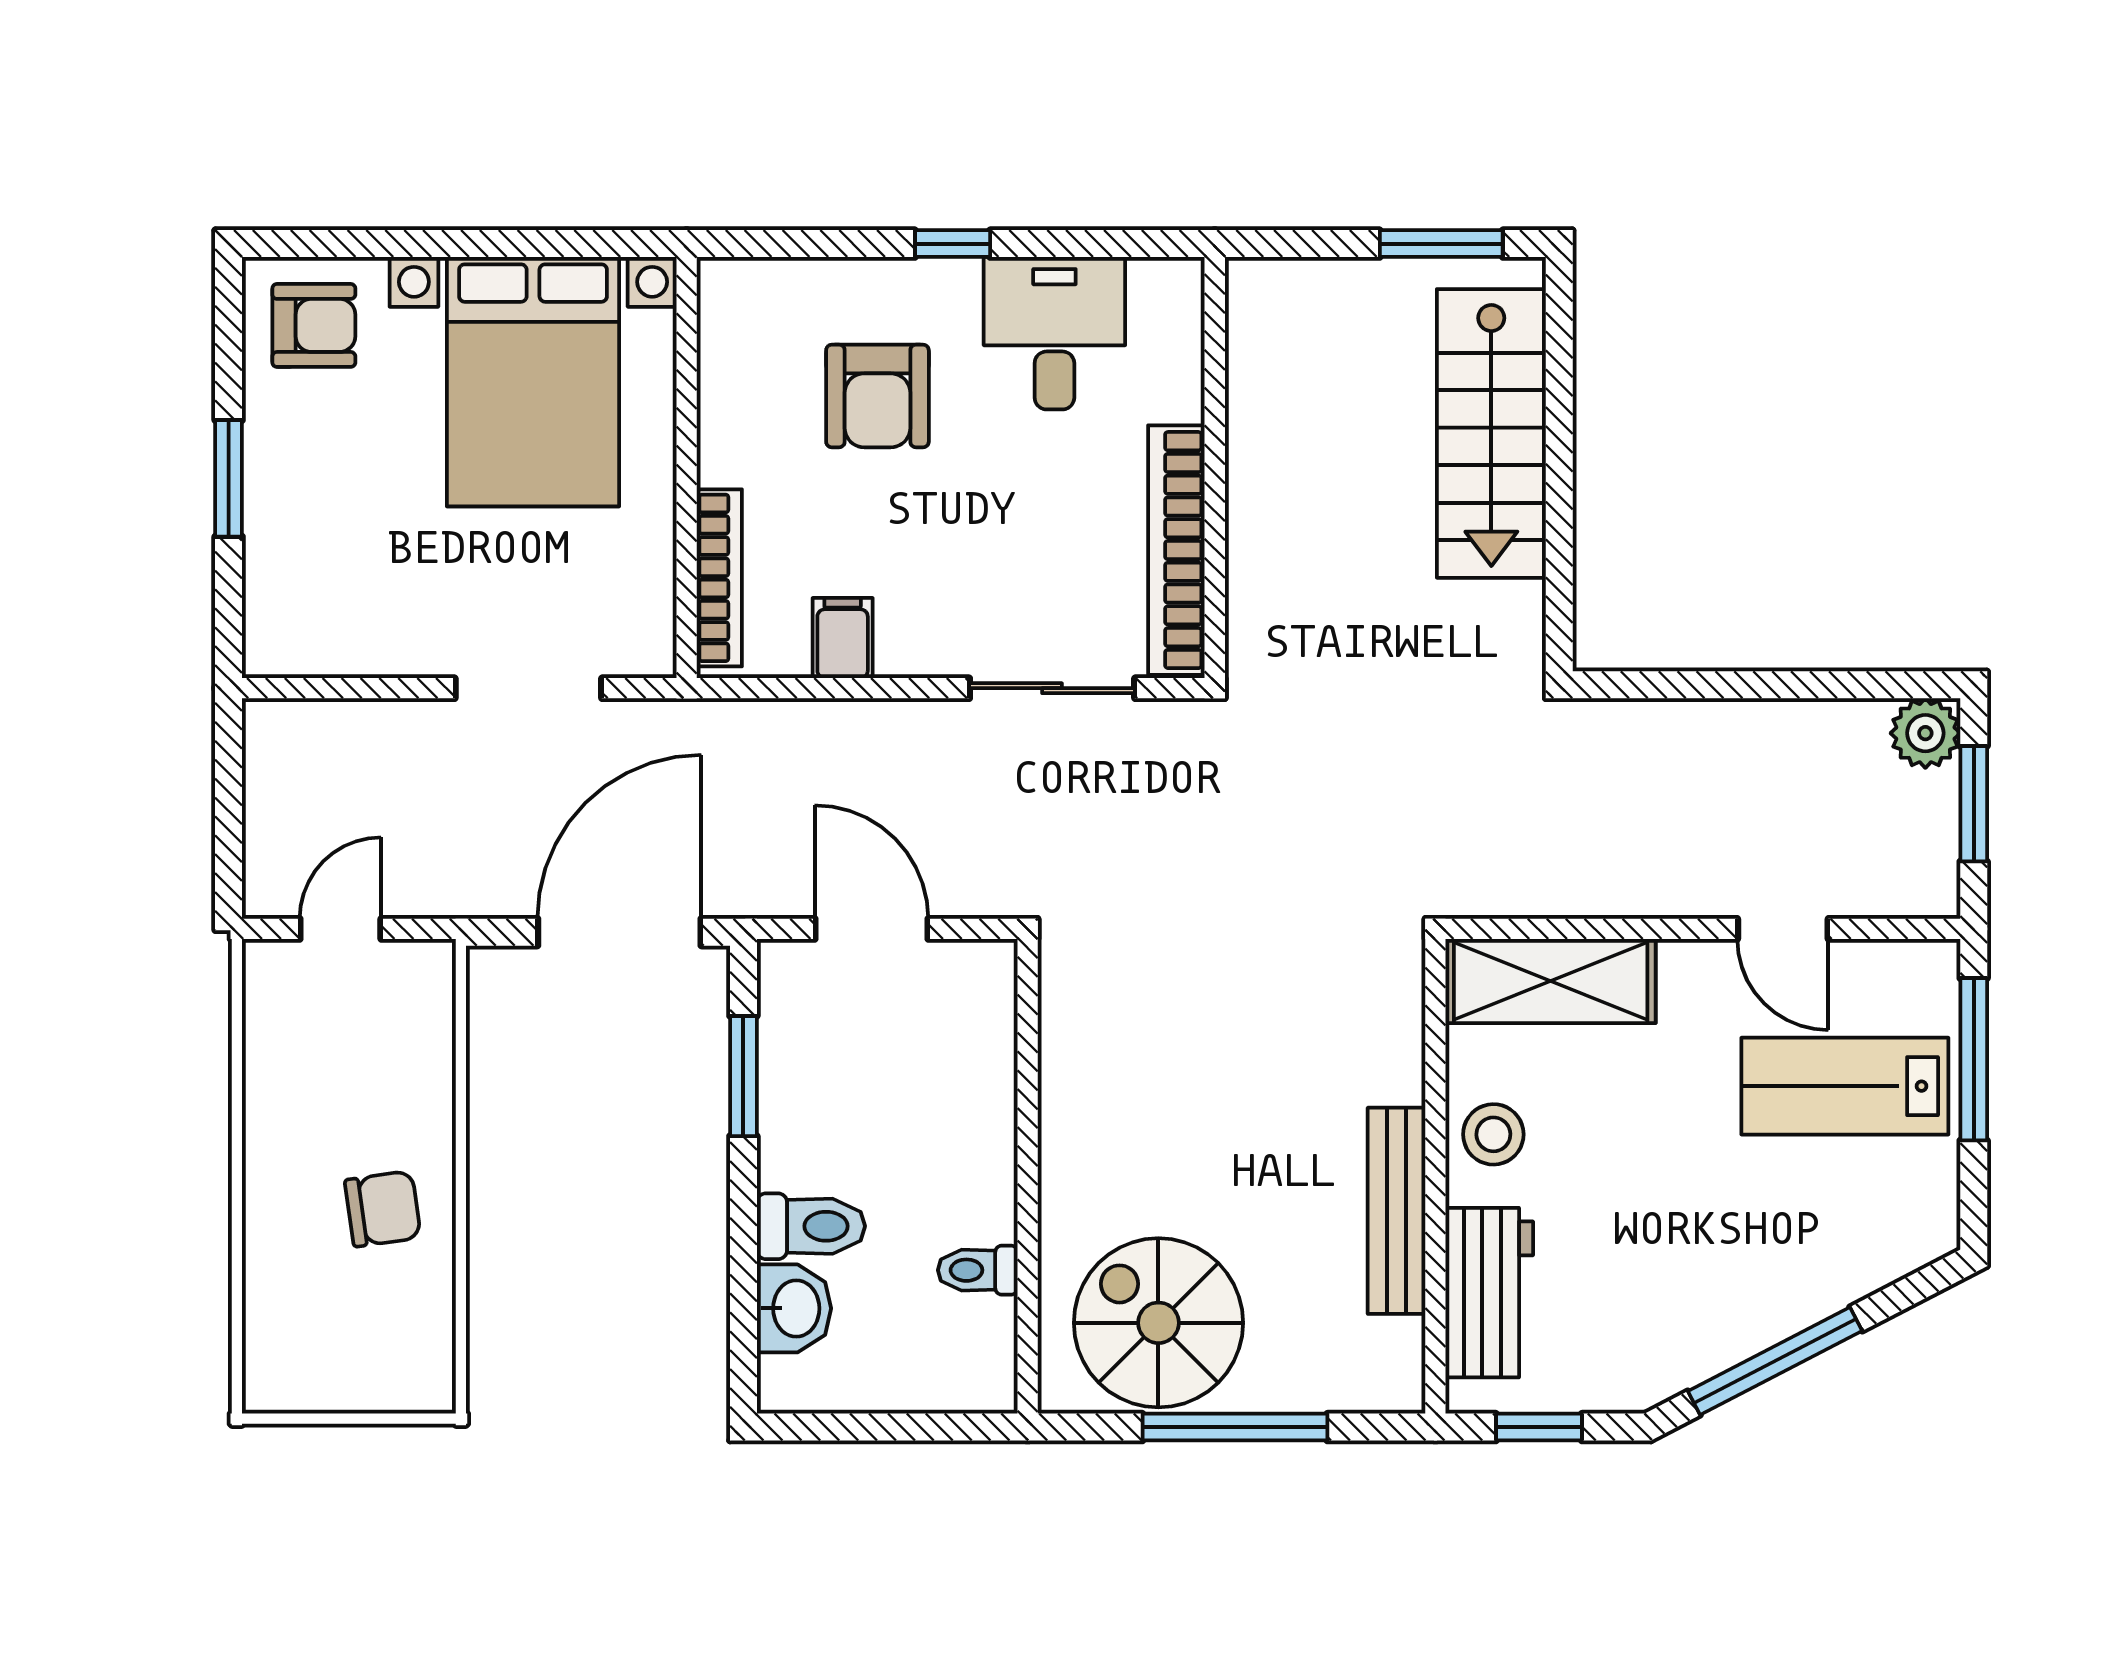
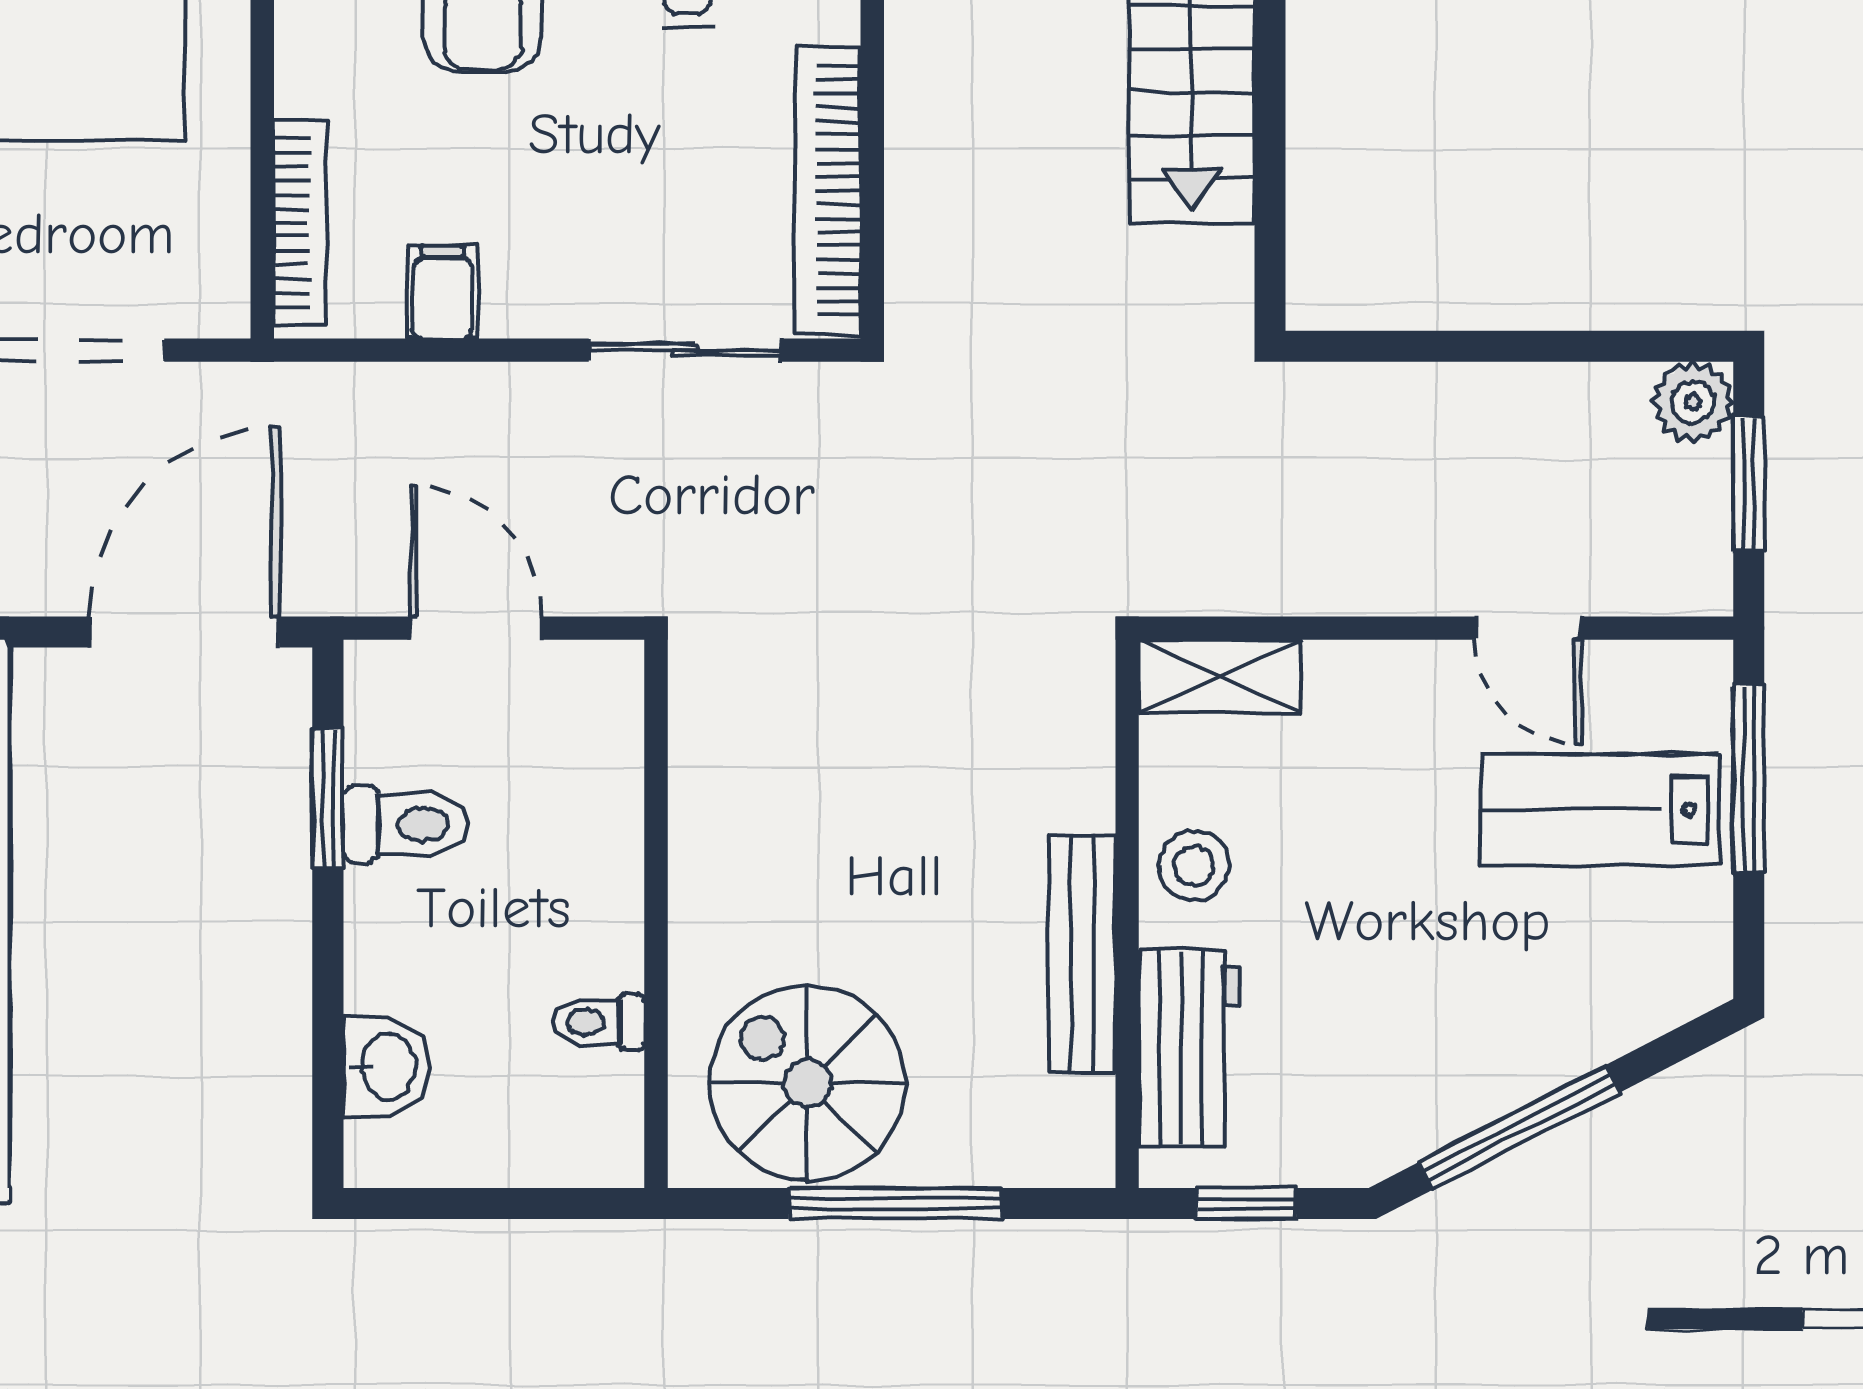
shelving: (1551, 981) -> (1220, 676), width x0.67, depth x0.75
toilet: (811, 1226) -> (406, 824), moved

